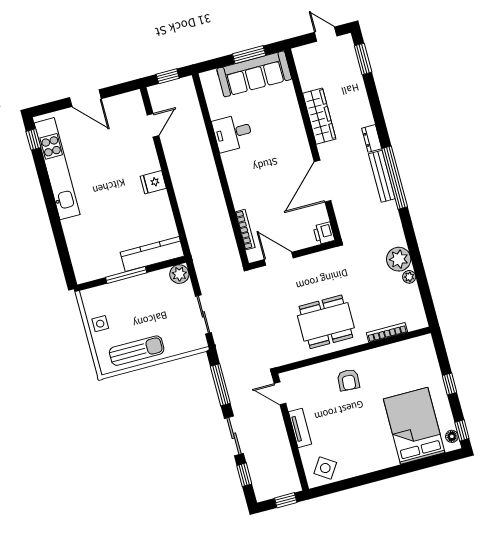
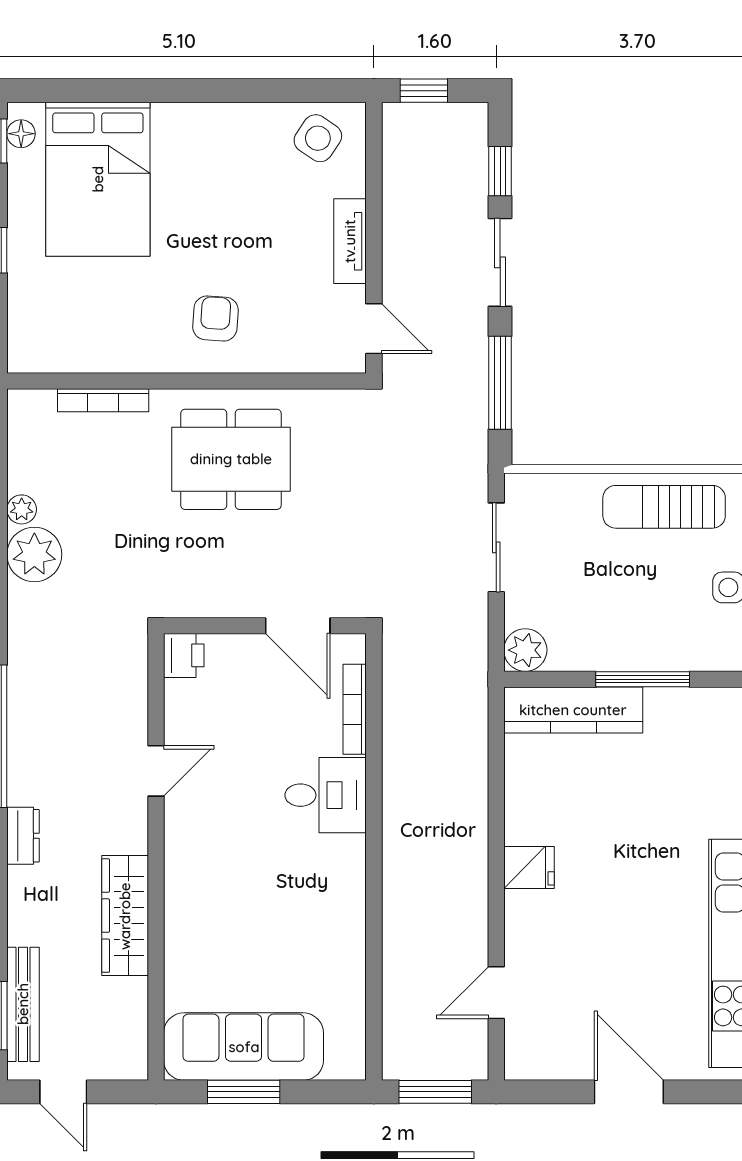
window: (168, 76) -> (435, 1092), width x1.50
desk: (233, 133) -> (326, 795), moved
bench: (382, 176) -> (23, 1004), moved
door: (323, 181) -> (156, 771), width x0.53

